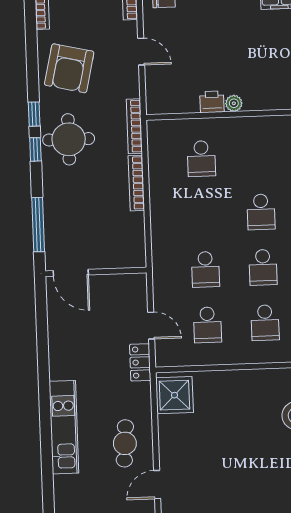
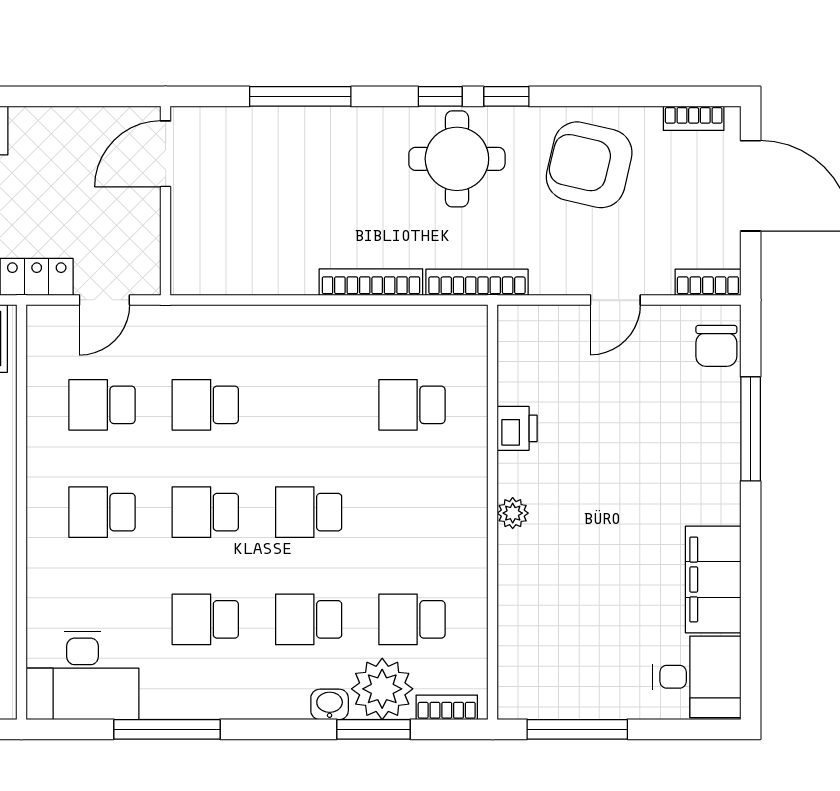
plant: (234, 103) -> (513, 513), moved
wall: (96, 272) -> (166, 201), moved
door: (71, 273) -> (166, 154), moved

